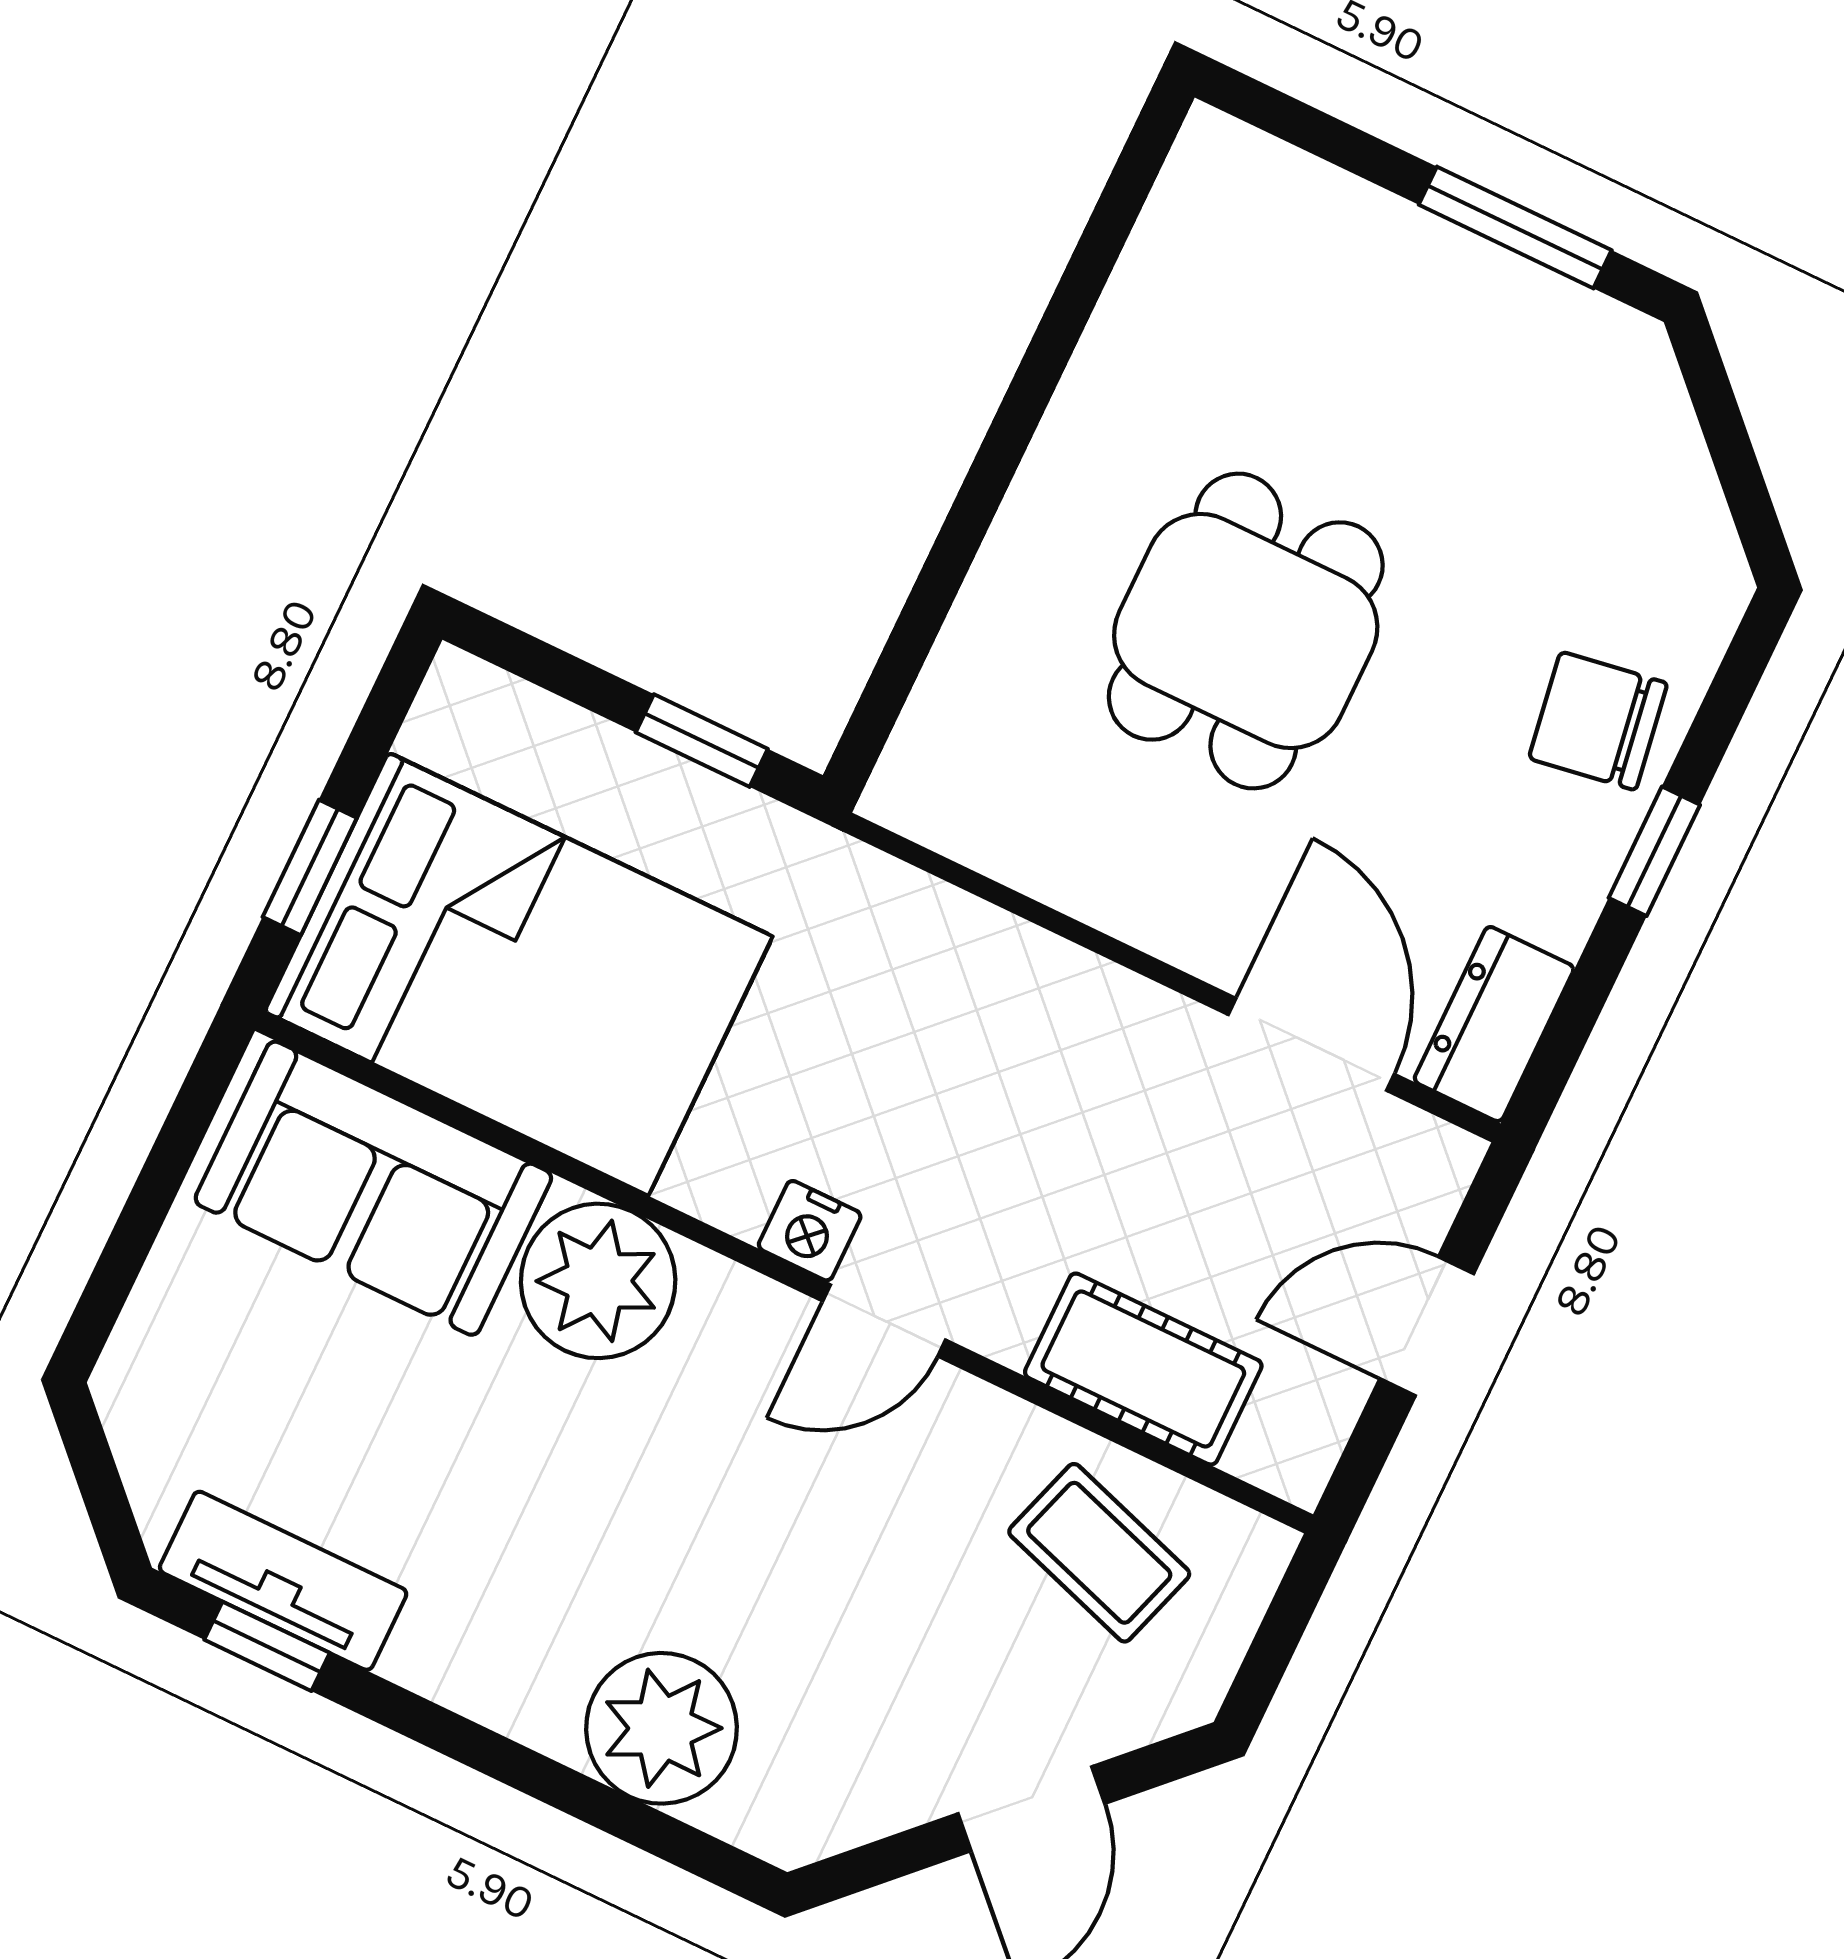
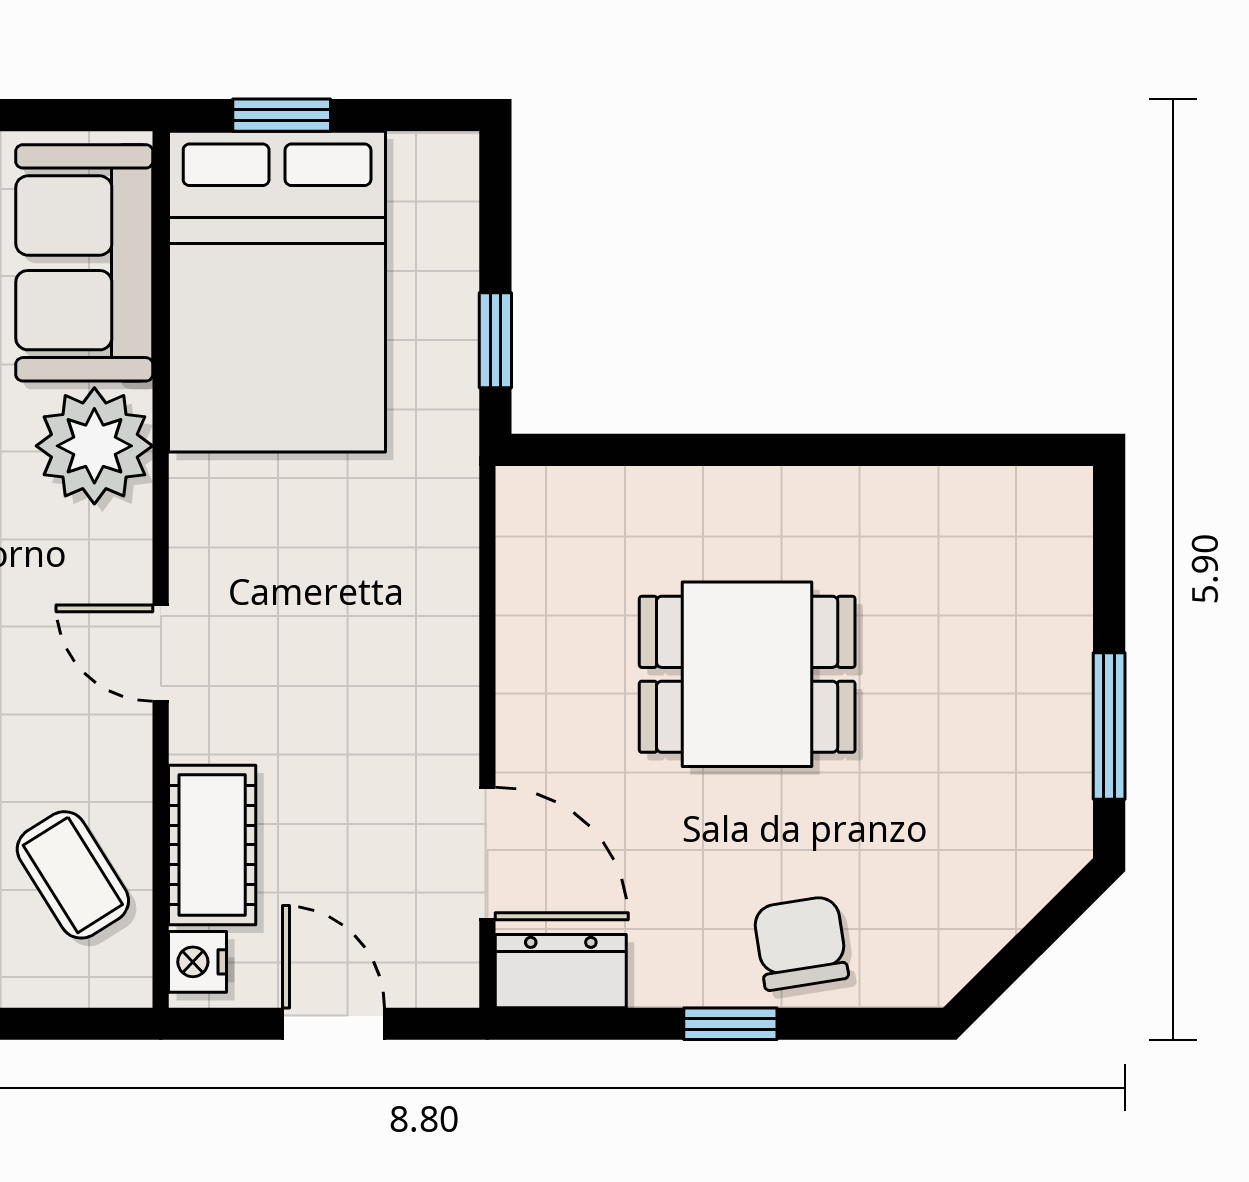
door: (1311, 1044) -> (487, 853), hinge flipped
nightstand: (810, 1231) -> (197, 962), moved
coffee table: (1099, 1553) -> (73, 875), turned -50

